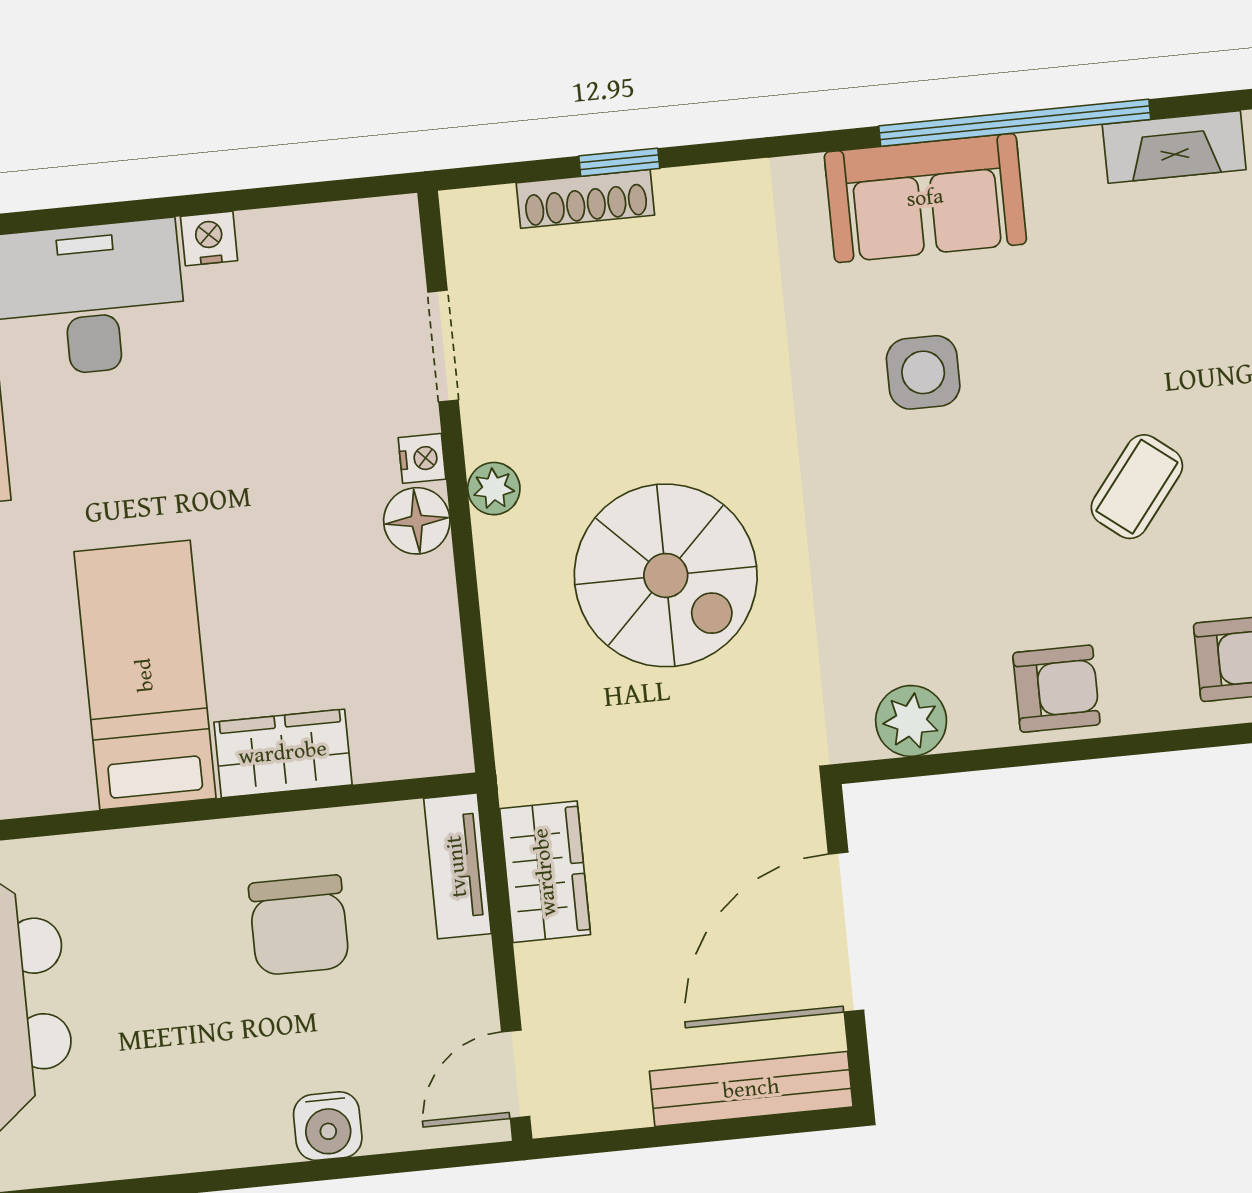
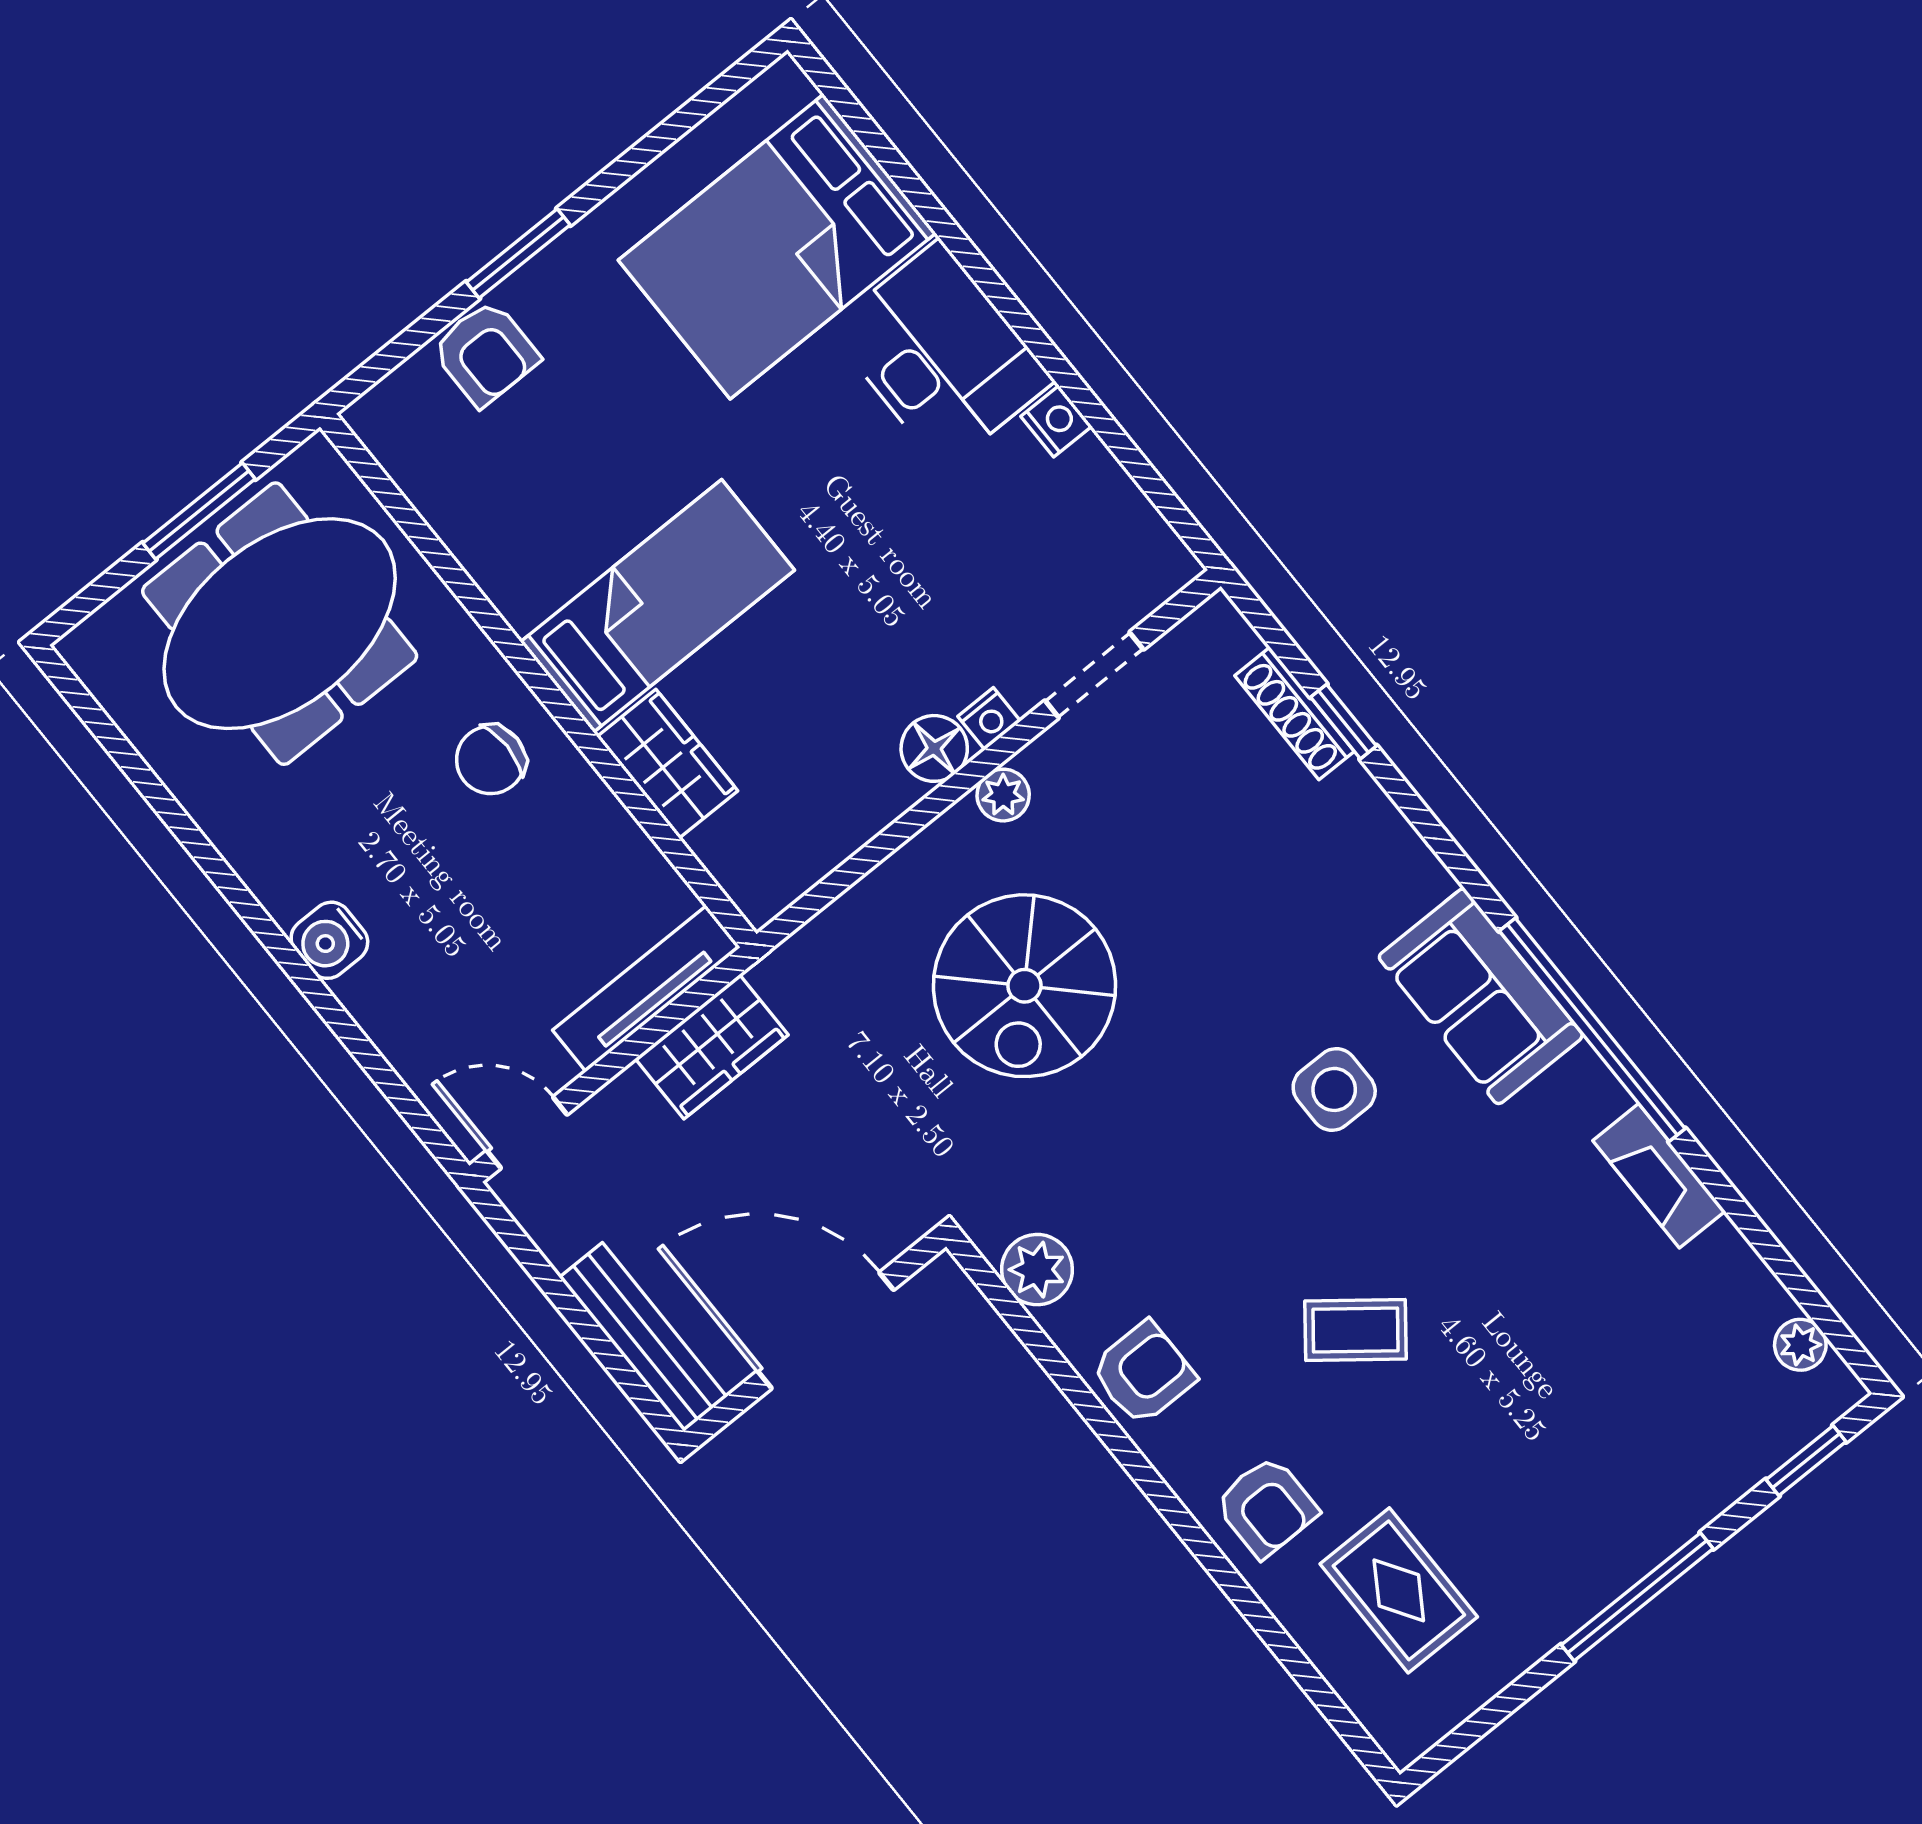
armchair: (1056, 689) -> (1143, 1373), turned -90
tv unit: (457, 866) -> (646, 989), width x1.41
chair: (299, 925) -> (491, 760), moved, width x0.73, depth x0.73
water cooler: (328, 1126) -> (329, 940), moved

